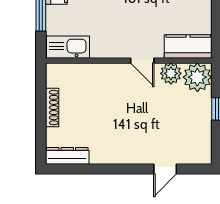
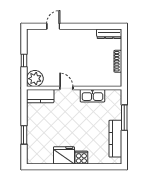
kitchen sink: (68, 47) -> (92, 96), moved
plant: (171, 73) -> (50, 81), removed

